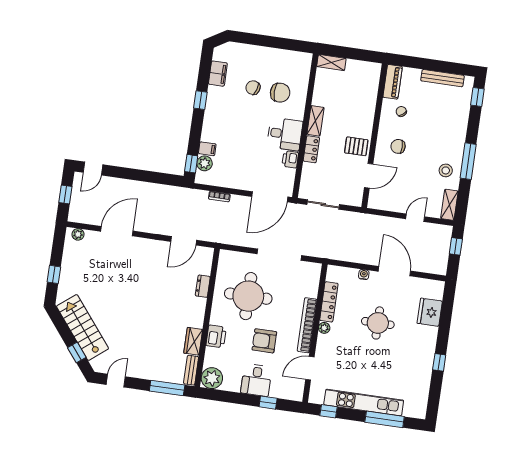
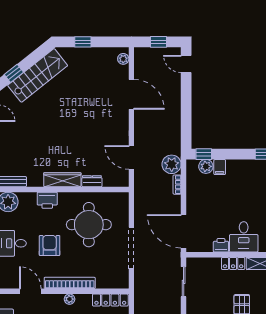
plant: (197, 199) -> (172, 164), added
locker: (329, 302) -> (110, 300), moved
wardrobe: (193, 341) -> (62, 180), moved, width x1.50

